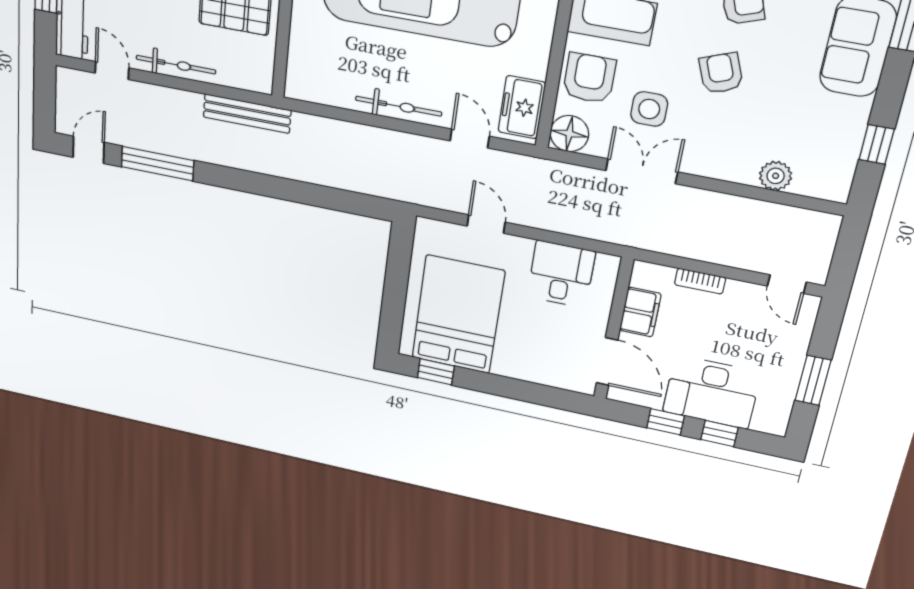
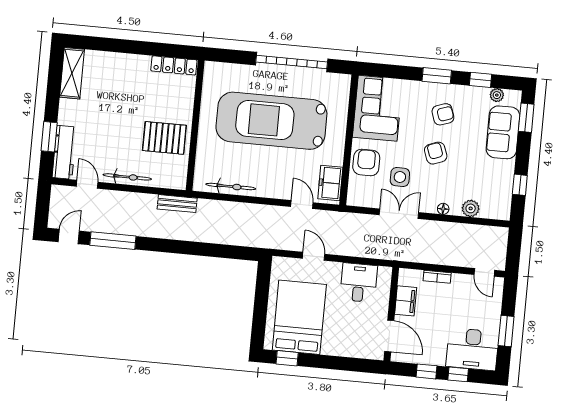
bicycle: (398, 106) -> (231, 186), moved
bench: (247, 114) -> (177, 204), width x0.73
floor lamp: (569, 134) -> (443, 209), moved, width x0.53, depth x0.53
desk: (712, 392) -> (472, 349), moved

